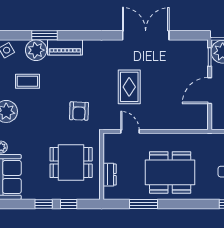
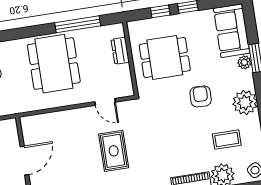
armchair: (79, 111) -> (201, 96), moved
dining table: (170, 172) -> (54, 64), turned 90
window: (143, 204) -> (78, 24), width x1.44

